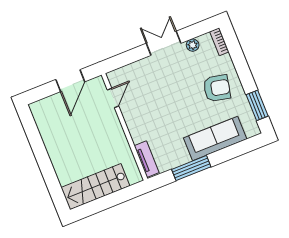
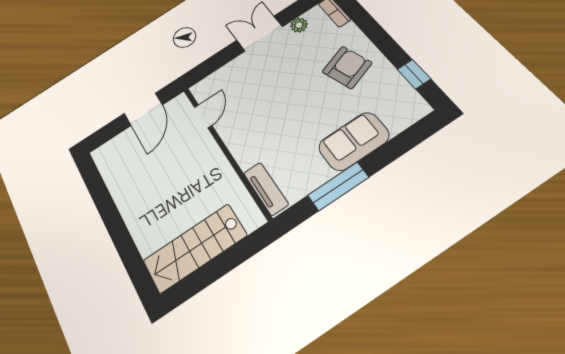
armchair: (217, 88) -> (347, 67), turned -31
window: (257, 105) -> (414, 74), width x0.67
sofa: (215, 138) -> (354, 141), width x0.73

